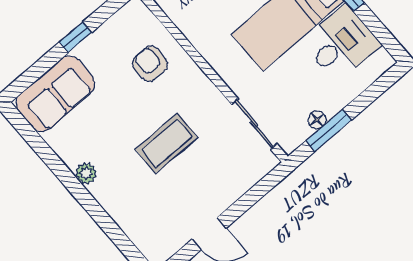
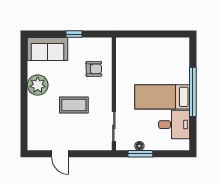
armchair: (150, 64) -> (94, 69), turned 89
plant: (86, 173) -> (38, 85), width x1.87, depth x1.87

